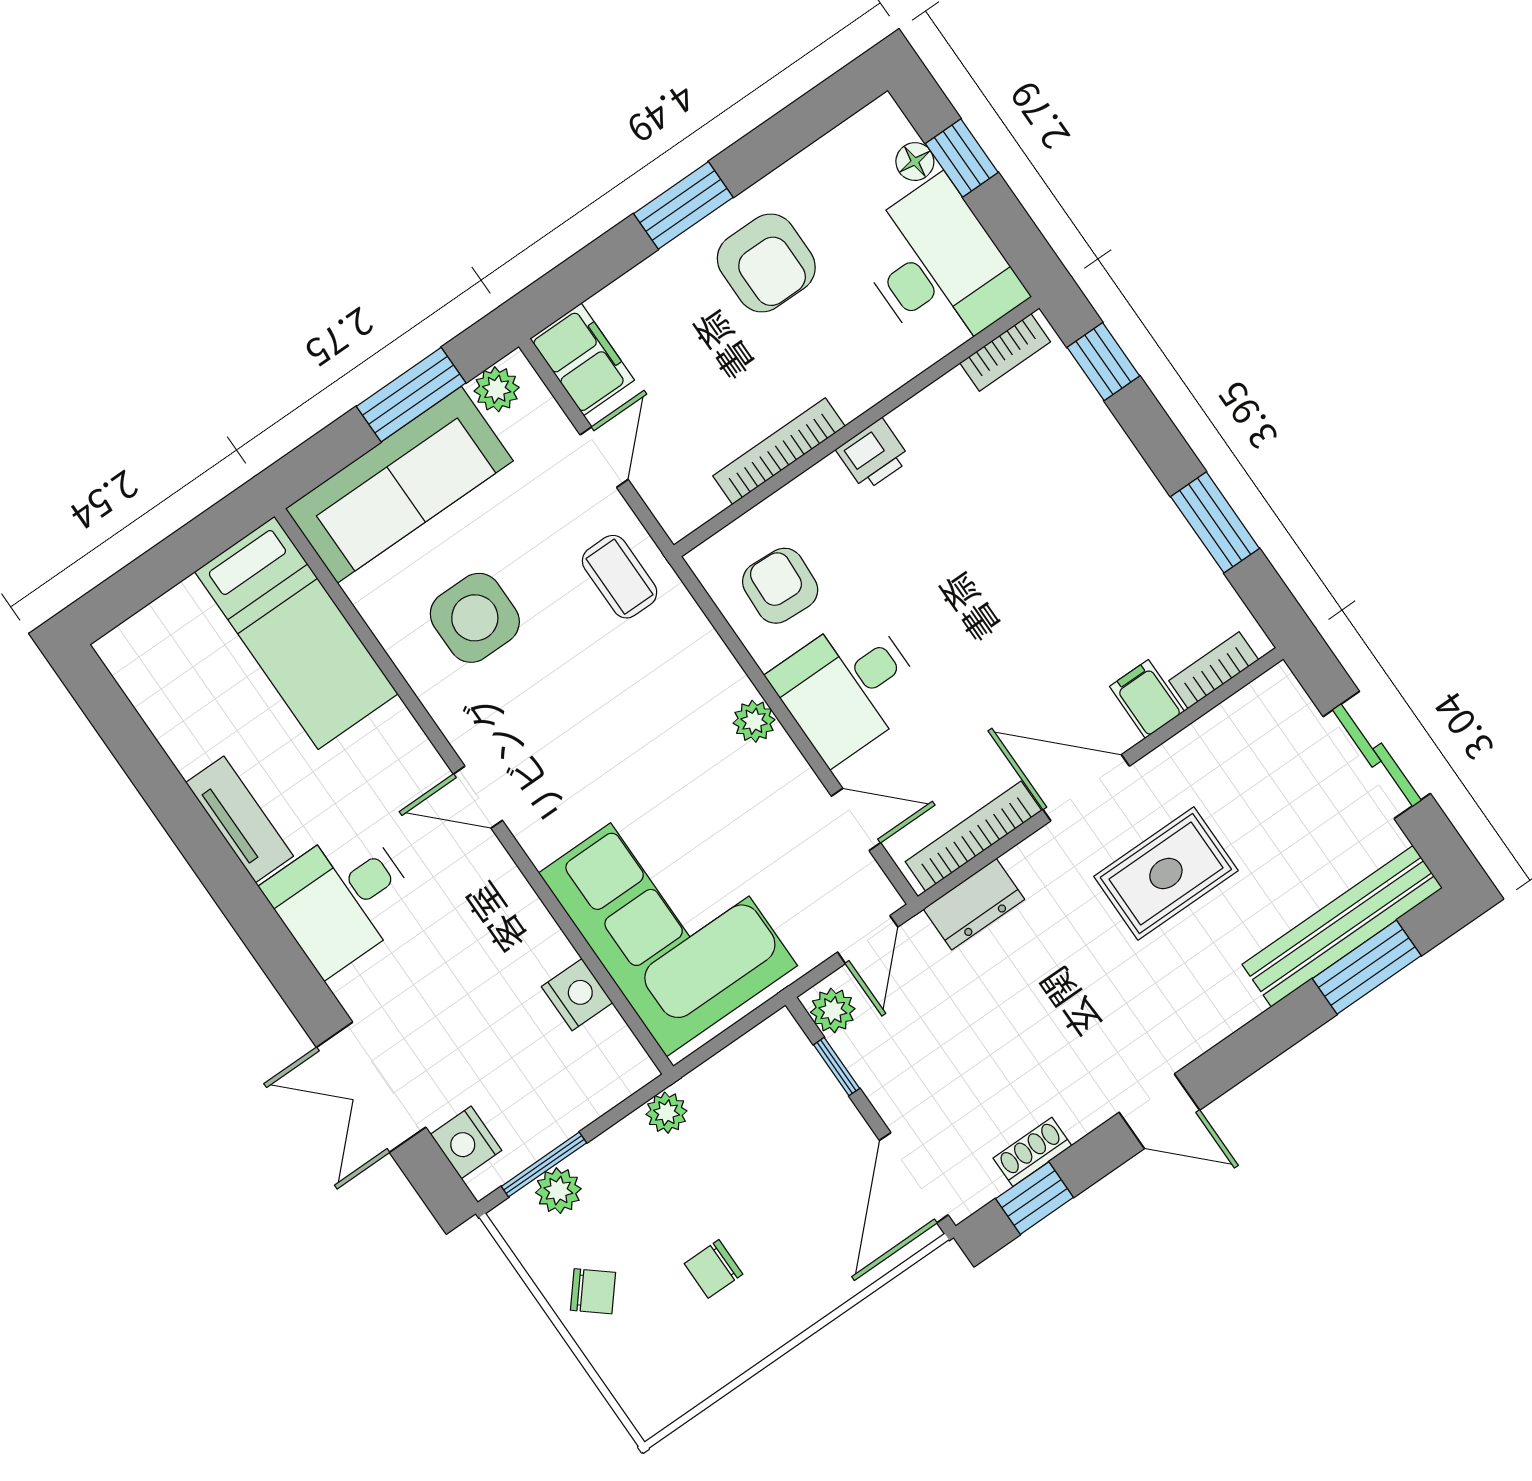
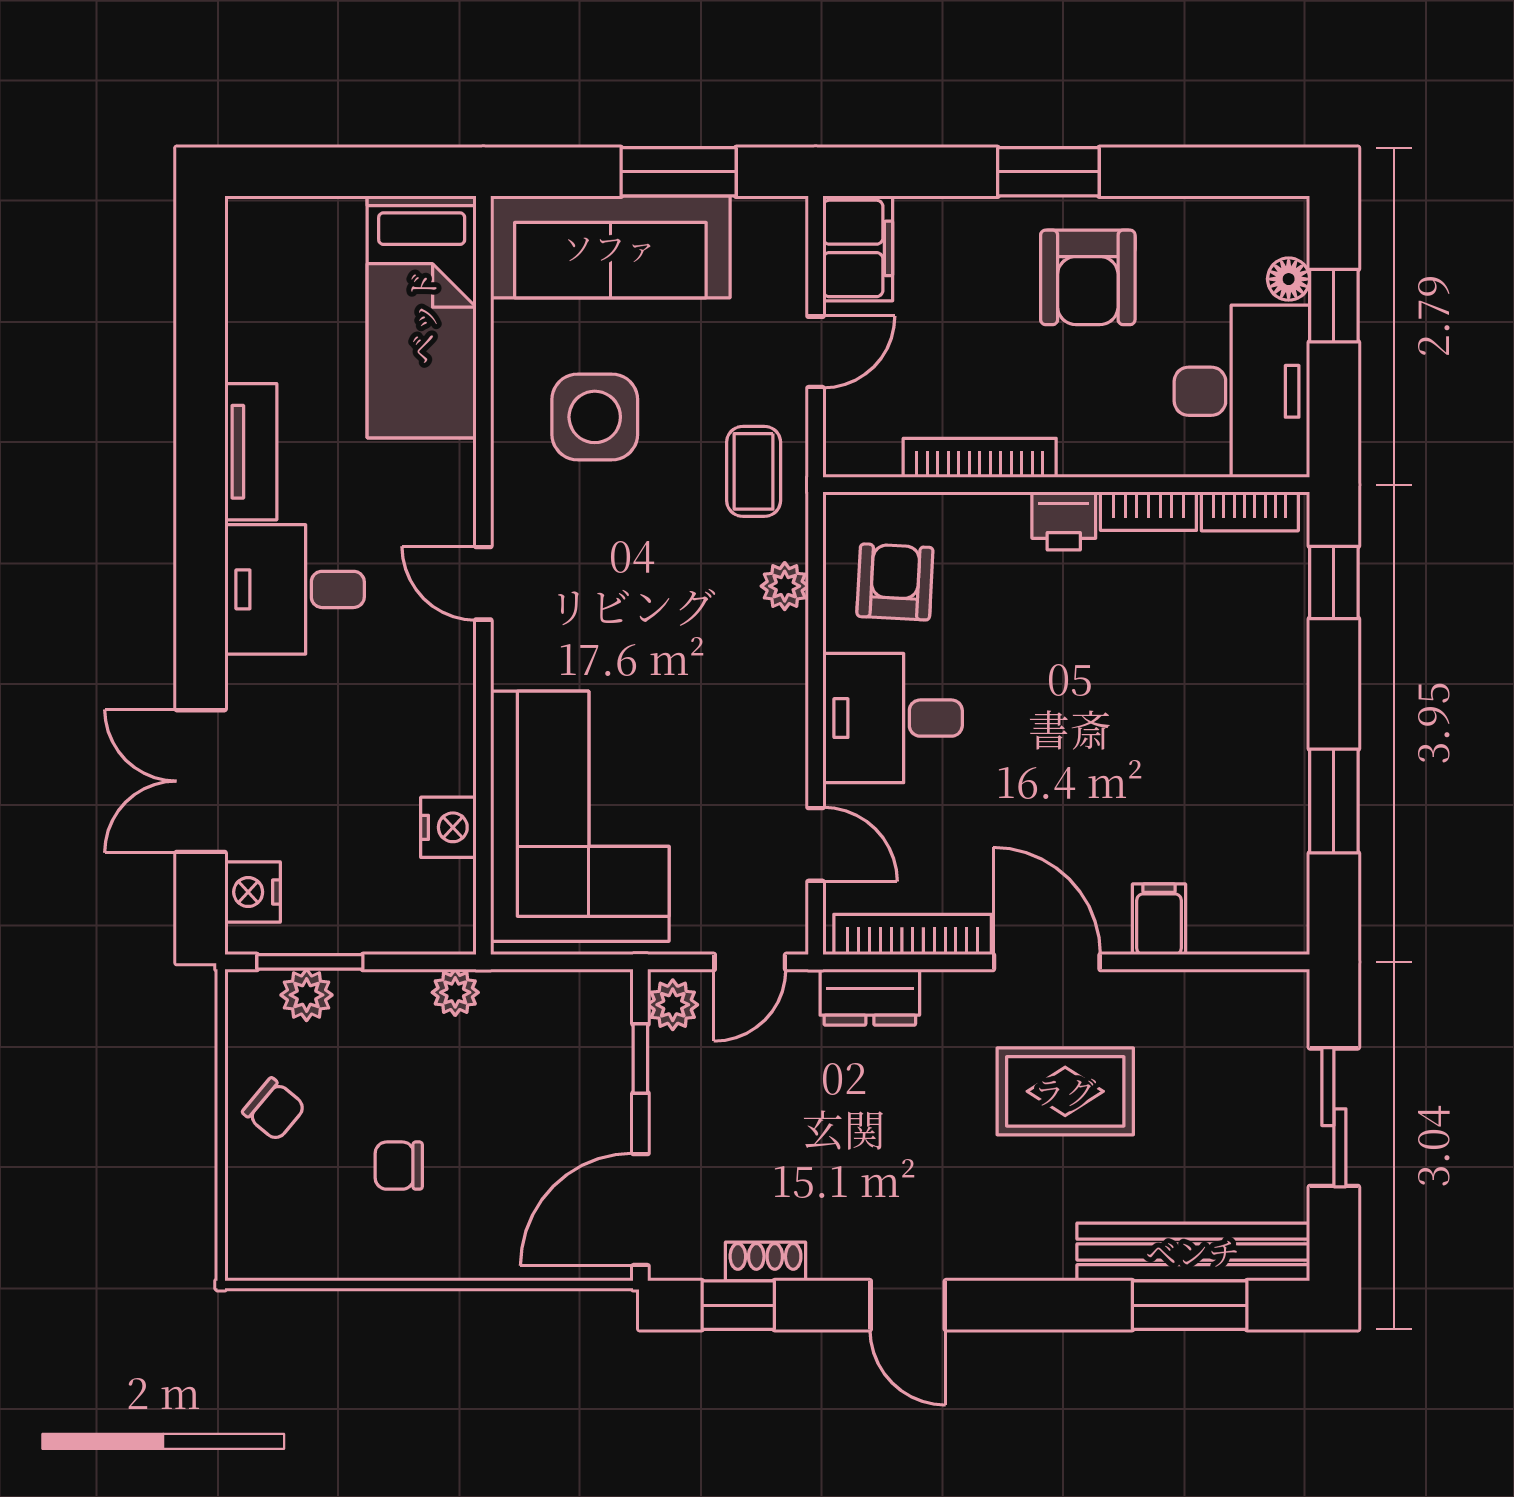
plant: (497, 389) -> (760, 221), removed
bookcase: (1214, 670) -> (1148, 511), moved, turned 180
plant: (754, 721) -> (785, 586), moved

